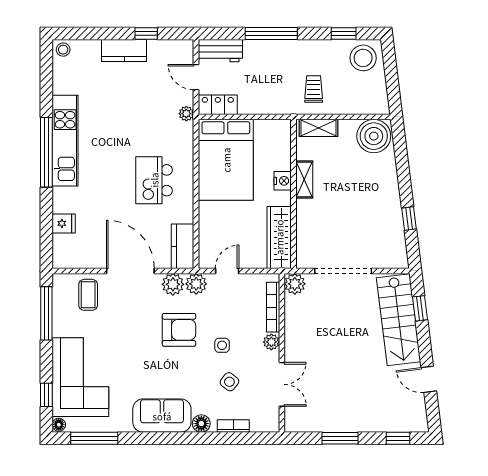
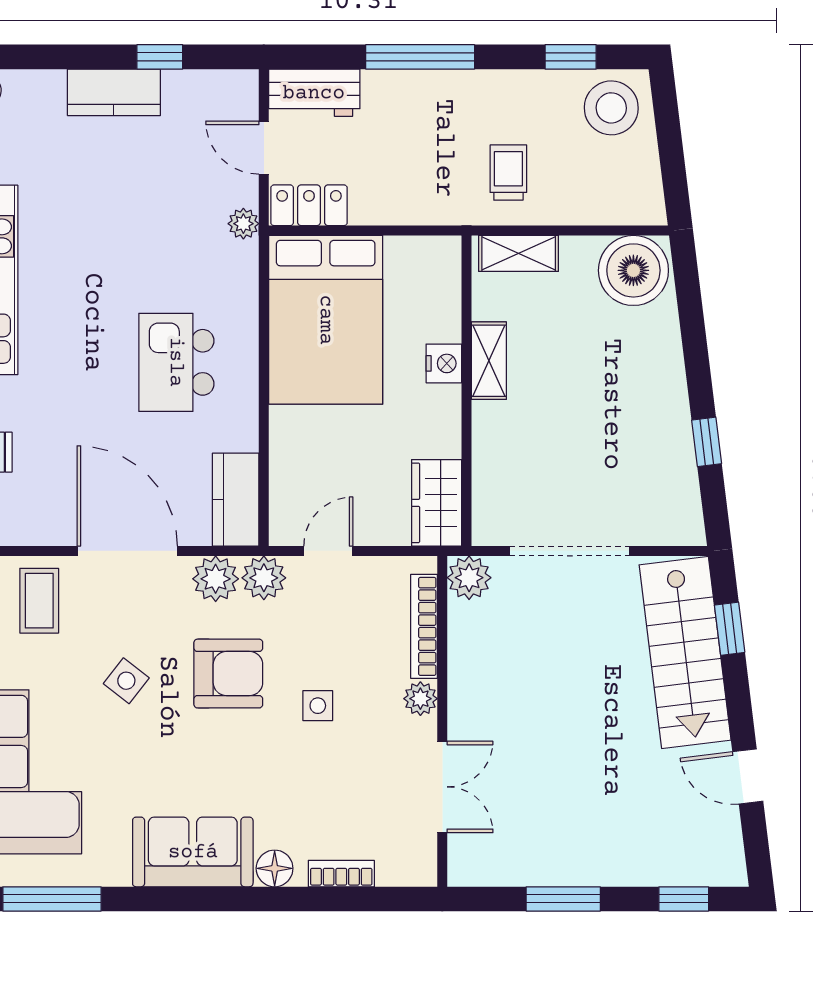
wardrobe: (279, 237) -> (437, 503), width x0.67
side table: (229, 382) -> (126, 681), moved

